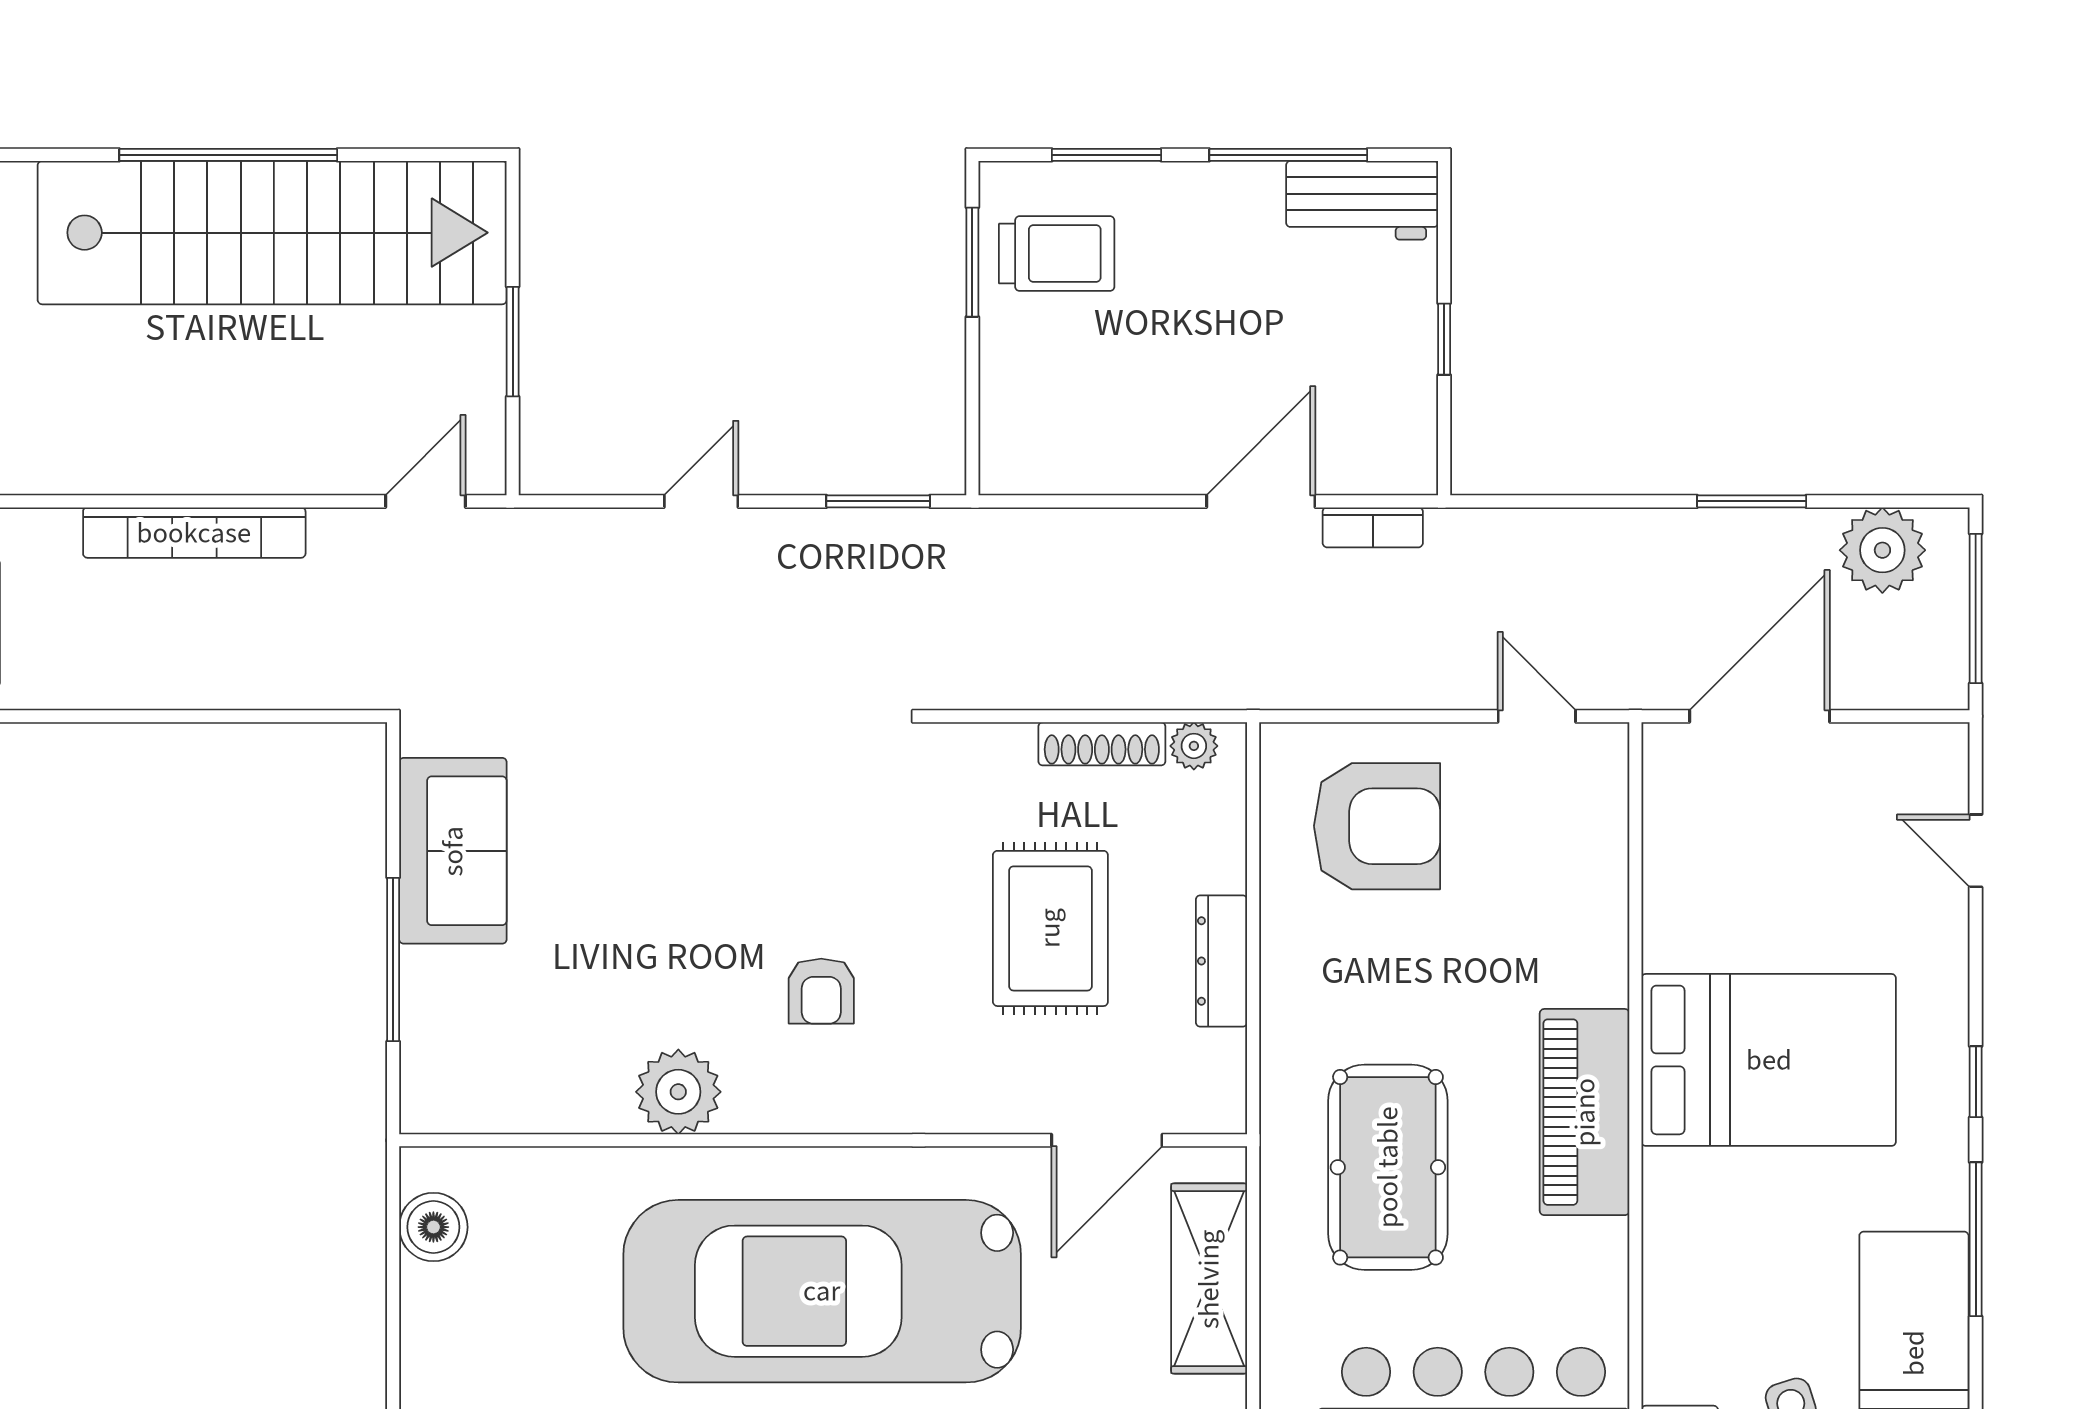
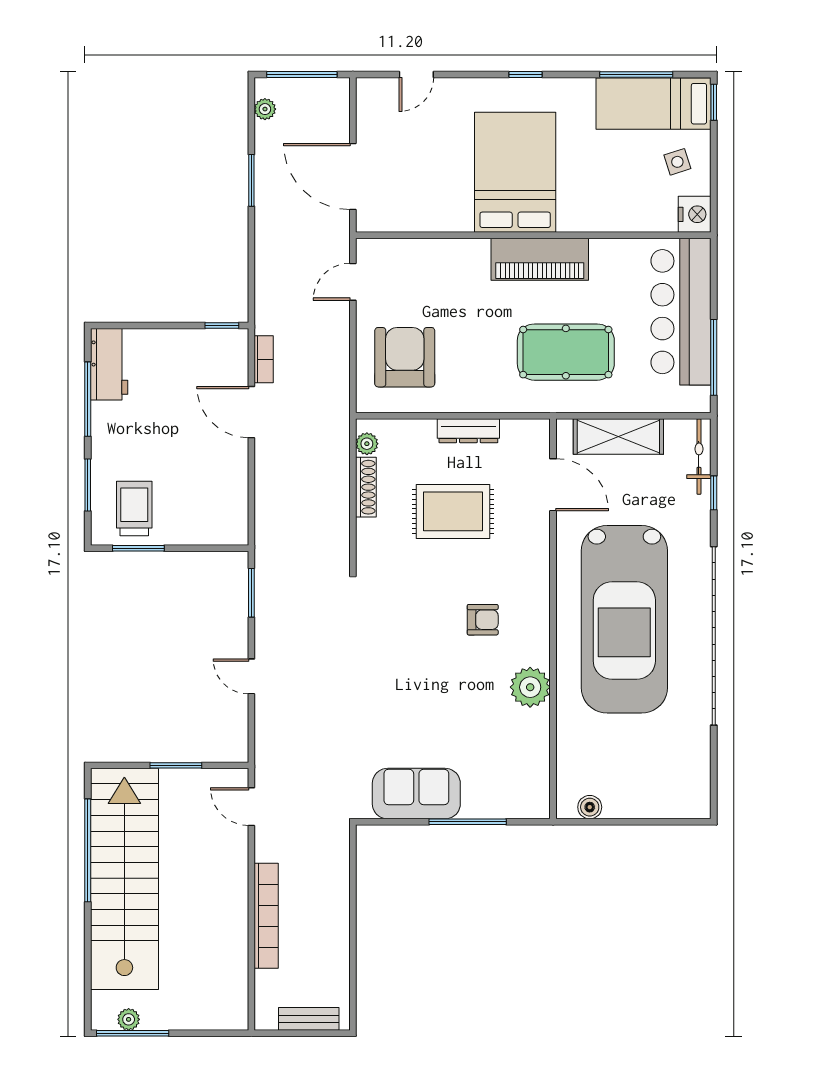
window: (228, 155) -> (88, 850), moved
window: (1444, 339) -> (222, 325), moved
plant: (1882, 550) -> (265, 109), width x0.53, depth x0.53
boiler: (433, 1227) -> (590, 807), width x0.73, depth x0.73
window: (1976, 1239) -> (636, 75), moved

